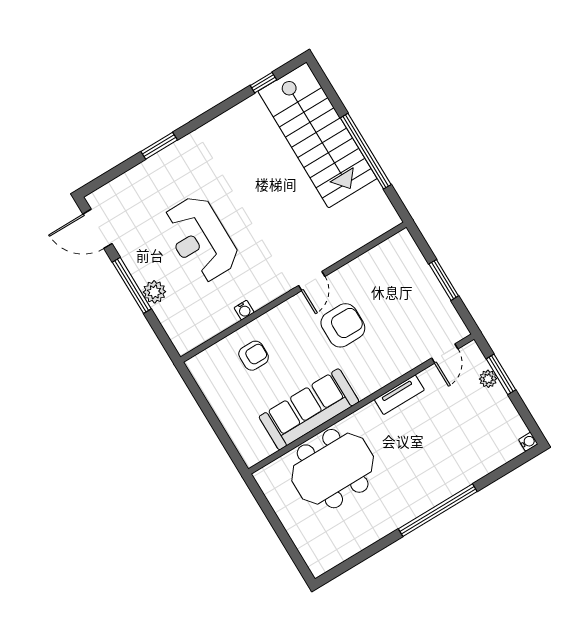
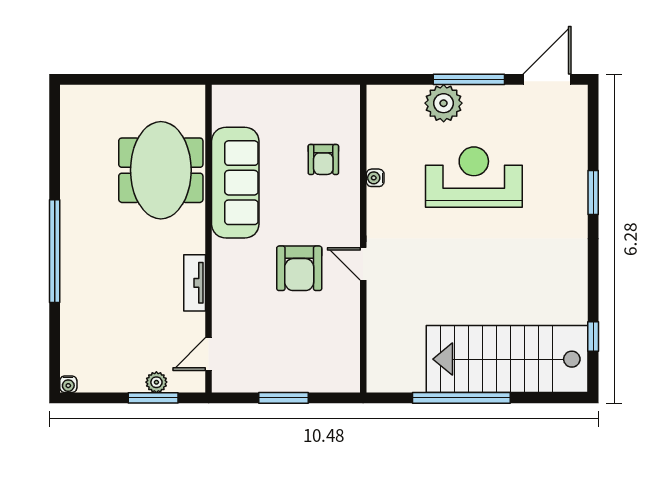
plant: (154, 292) -> (444, 103), width x1.36, depth x1.36
door: (445, 353) -> (209, 354), hinge flipped

